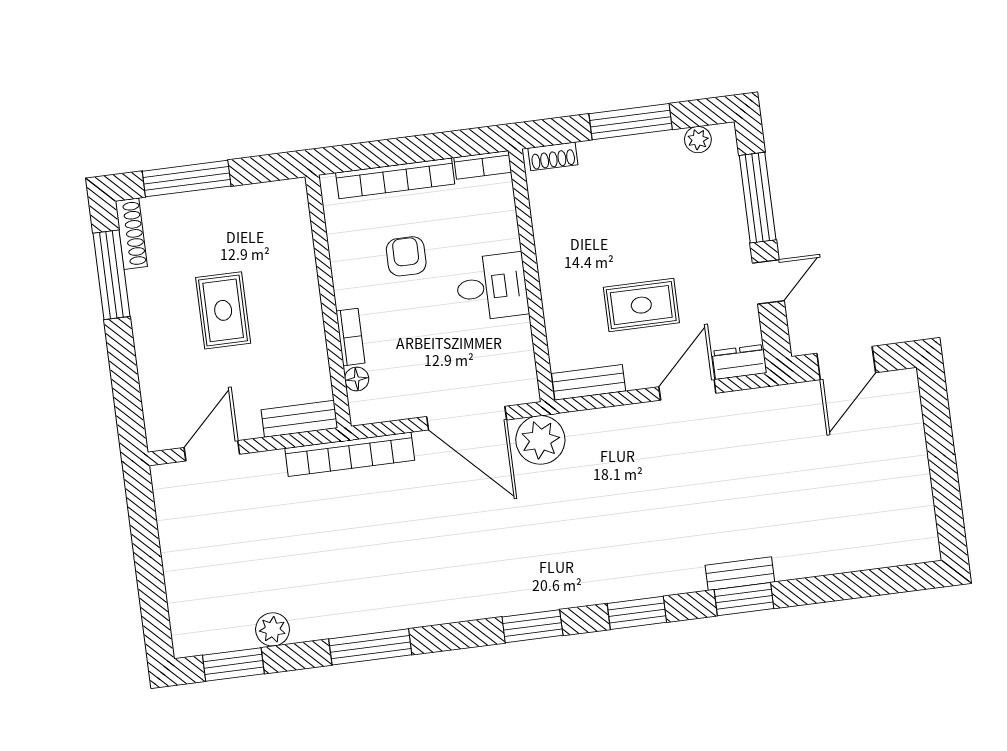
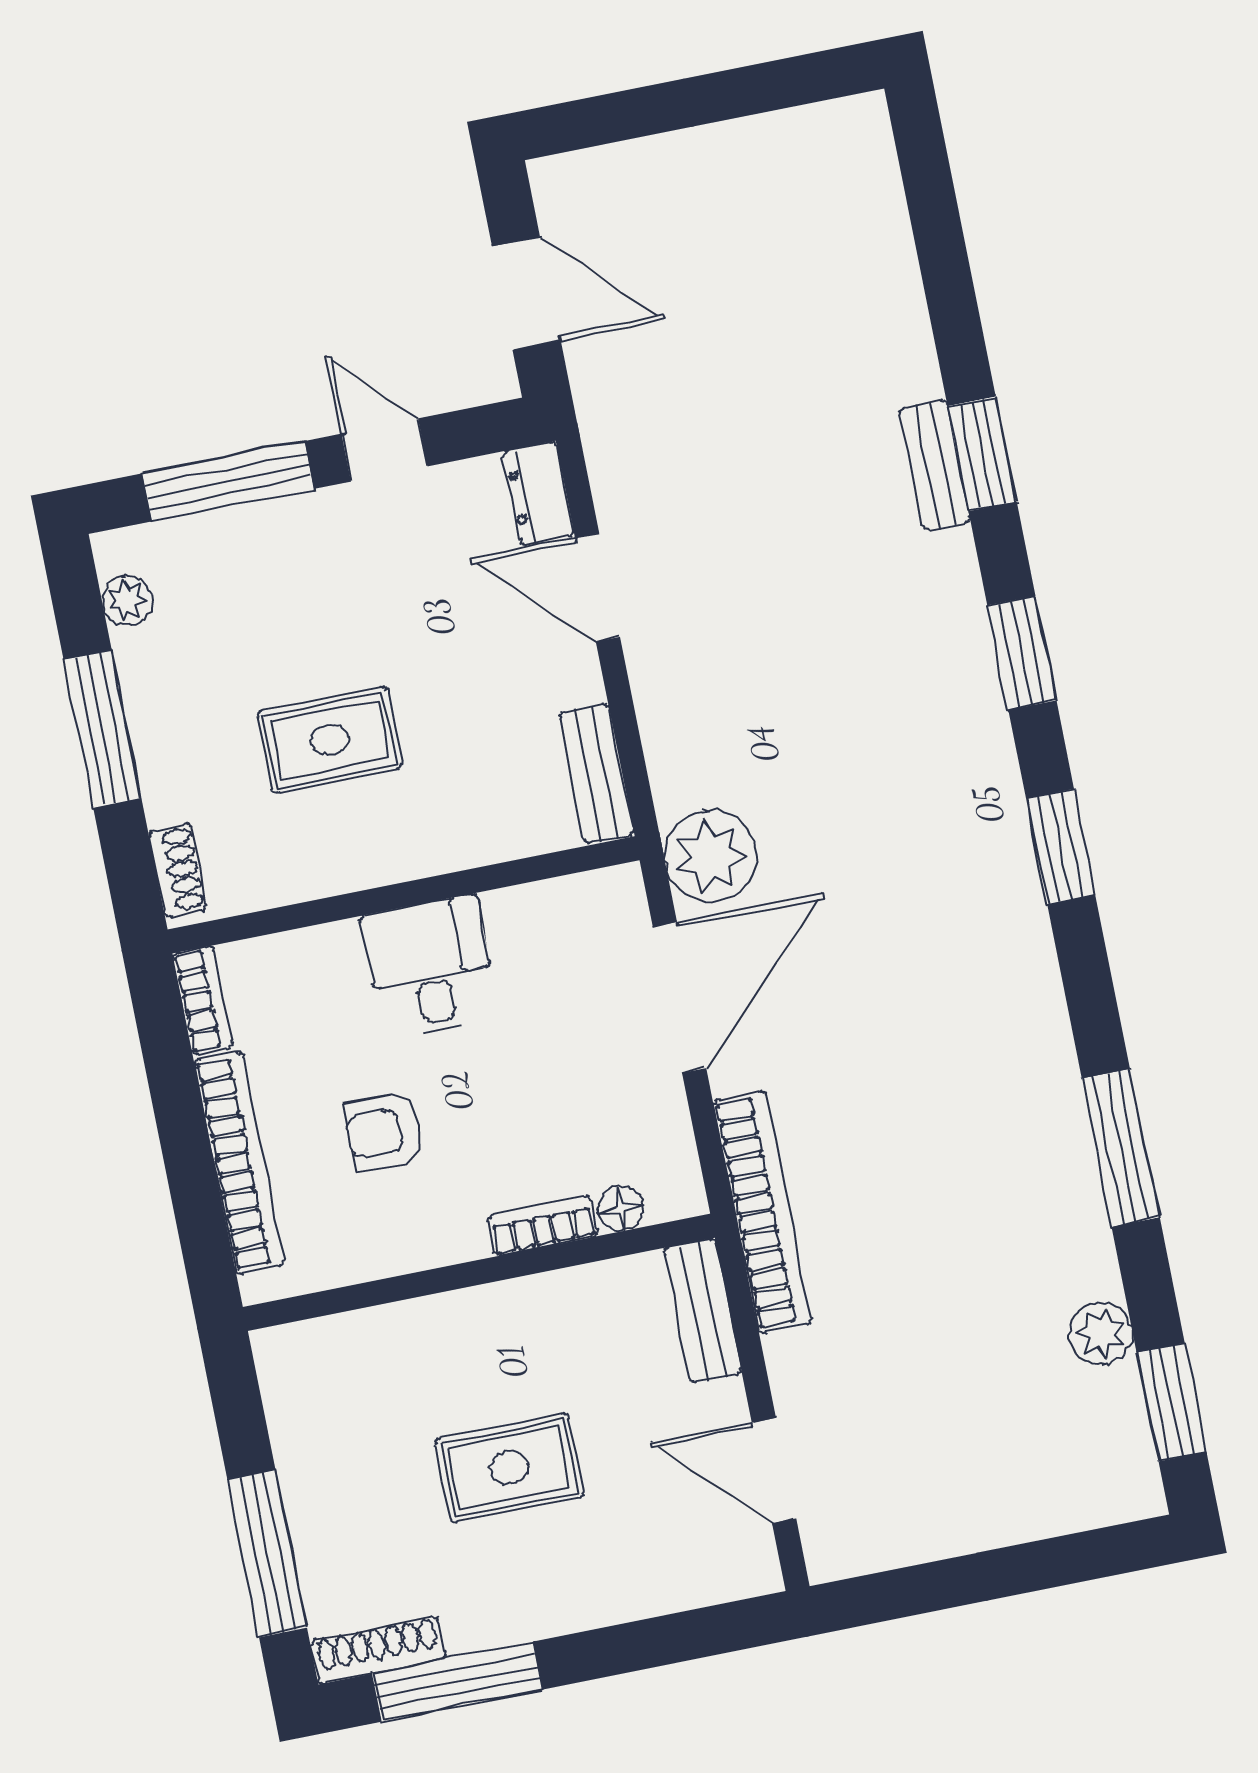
rug: (641, 305) -> (330, 740), moved, turned 90

